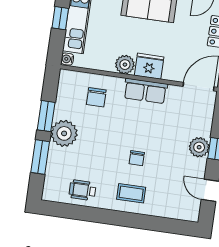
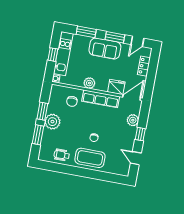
fridge: (149, 66) -> (116, 87), moved
row of seats: (145, 91) -> (101, 99), width x1.48
plant: (199, 147) -> (133, 120), moved
coffee table: (131, 193) -> (90, 158), width x1.86, depth x1.72

